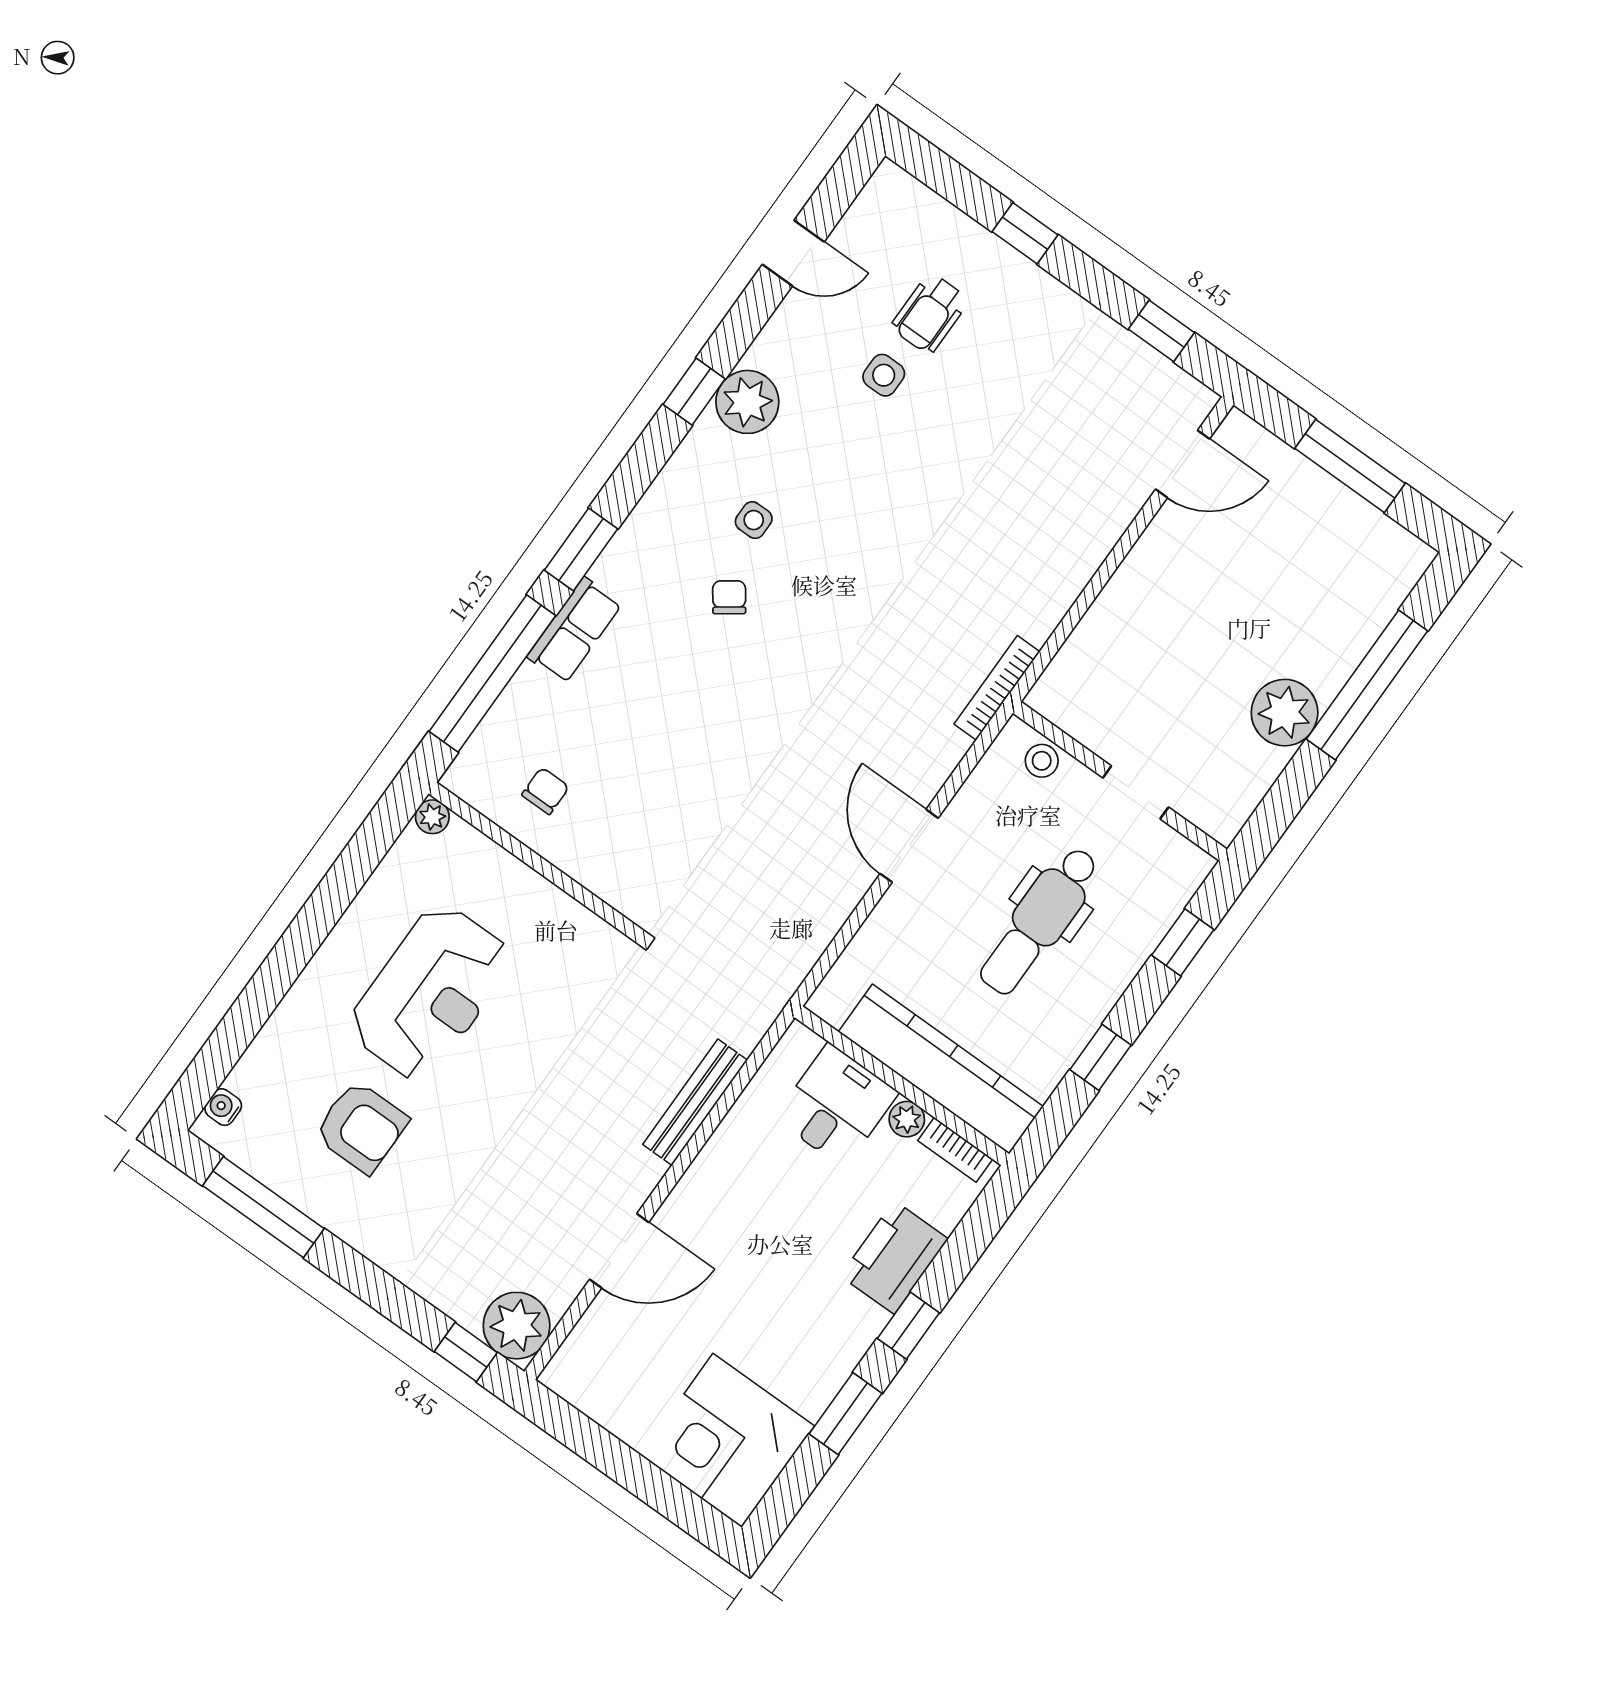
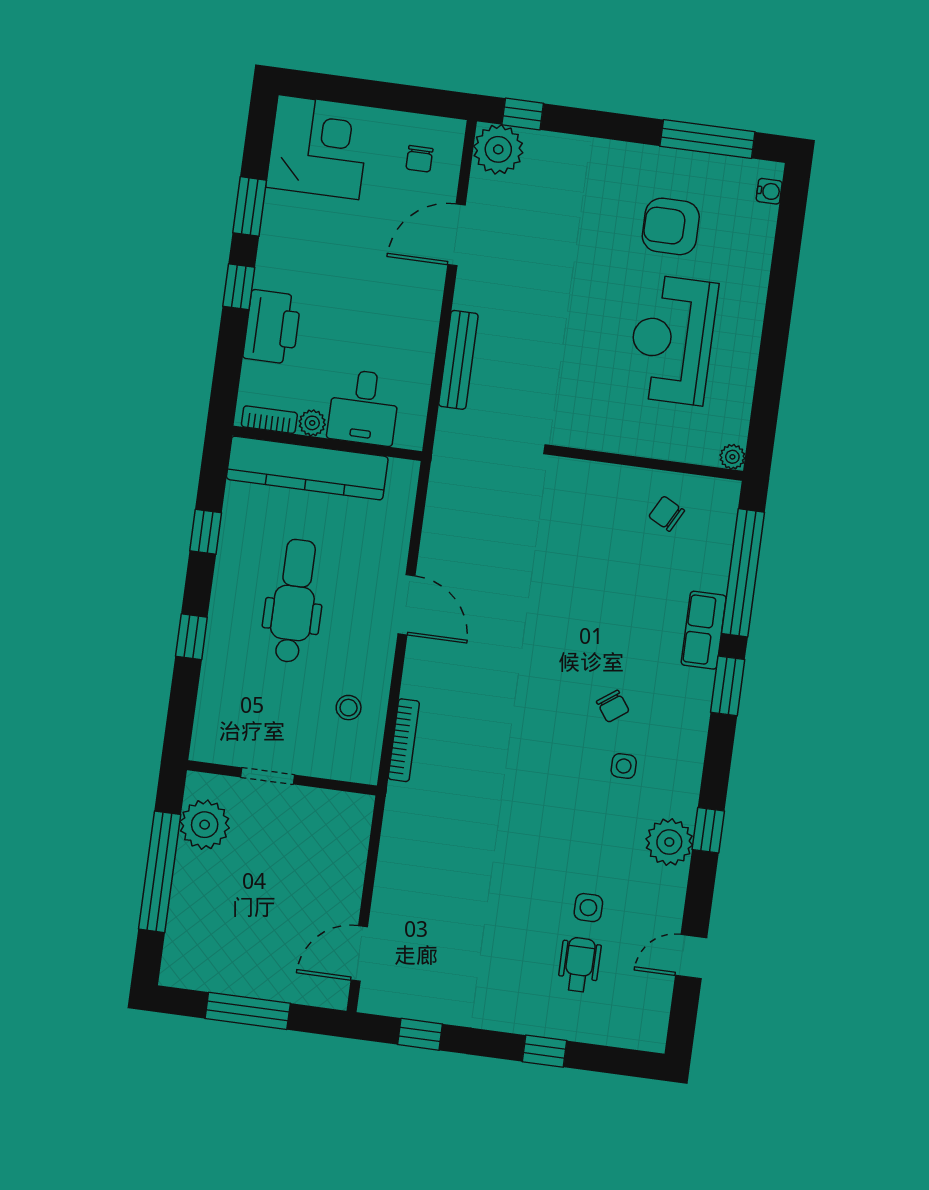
wall: (1120, 781) -> (282, 778), moved
chair: (545, 791) -> (667, 514), turned 118
doorway: (1136, 792) -> (268, 776), moved
chair: (615, 1364) -> (419, 159), added

